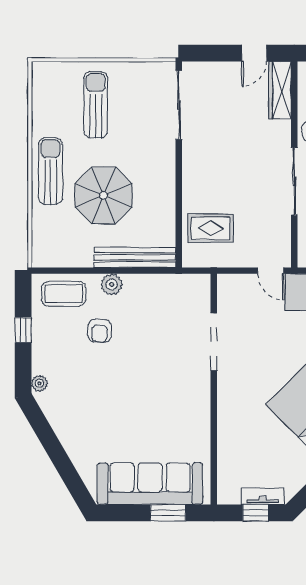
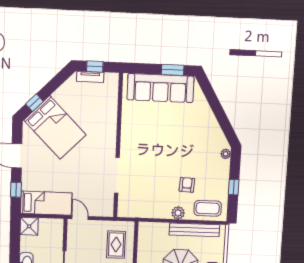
rug: (211, 228) -> (116, 245), turned 90
bench: (135, 257) -> (194, 230), moved
window: (168, 513) -> (173, 70), moved

